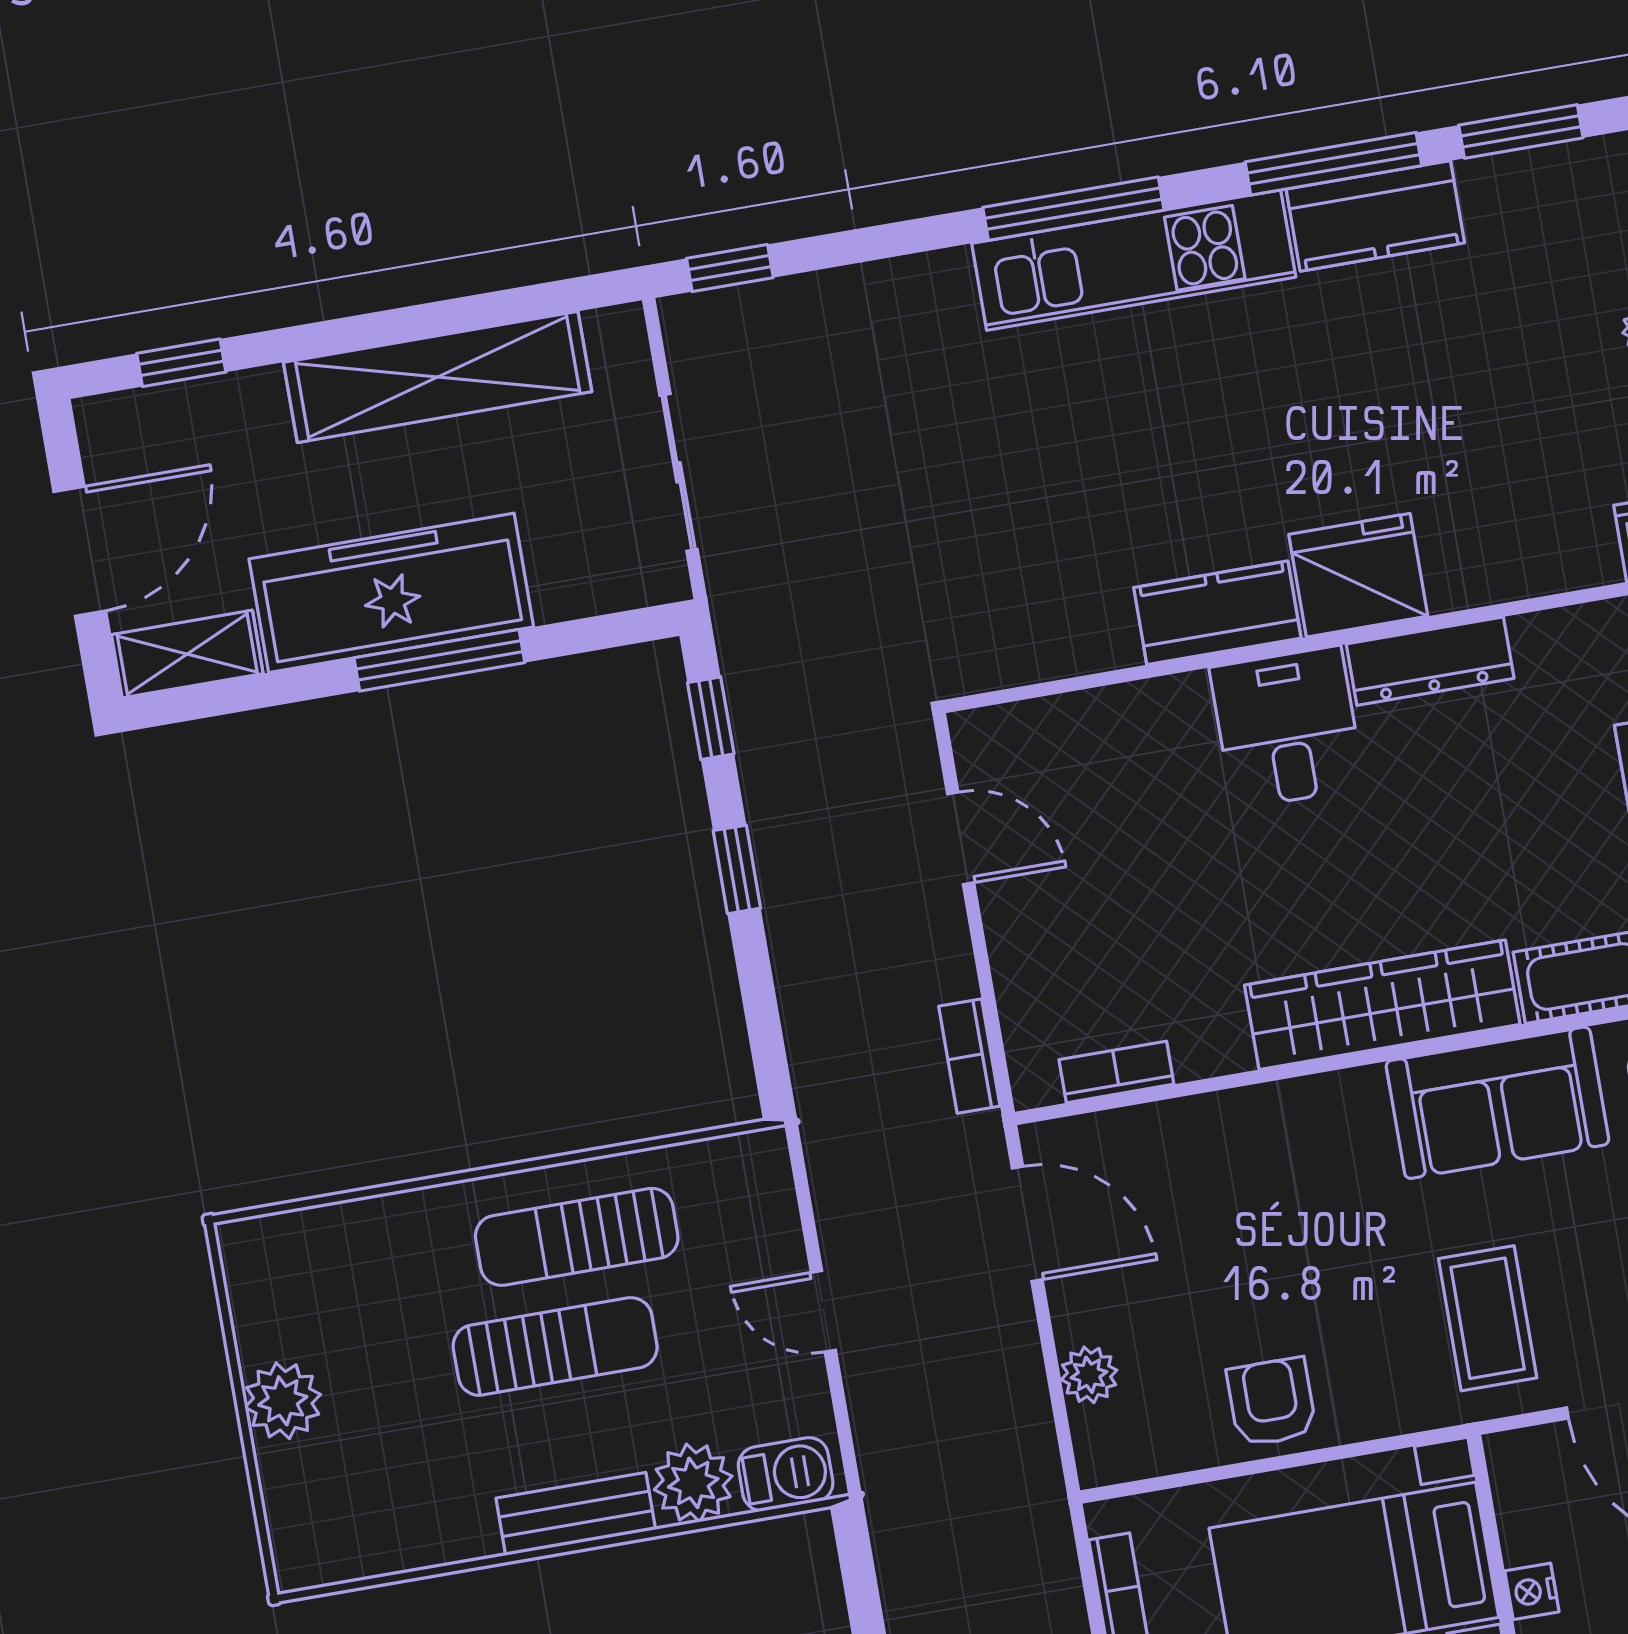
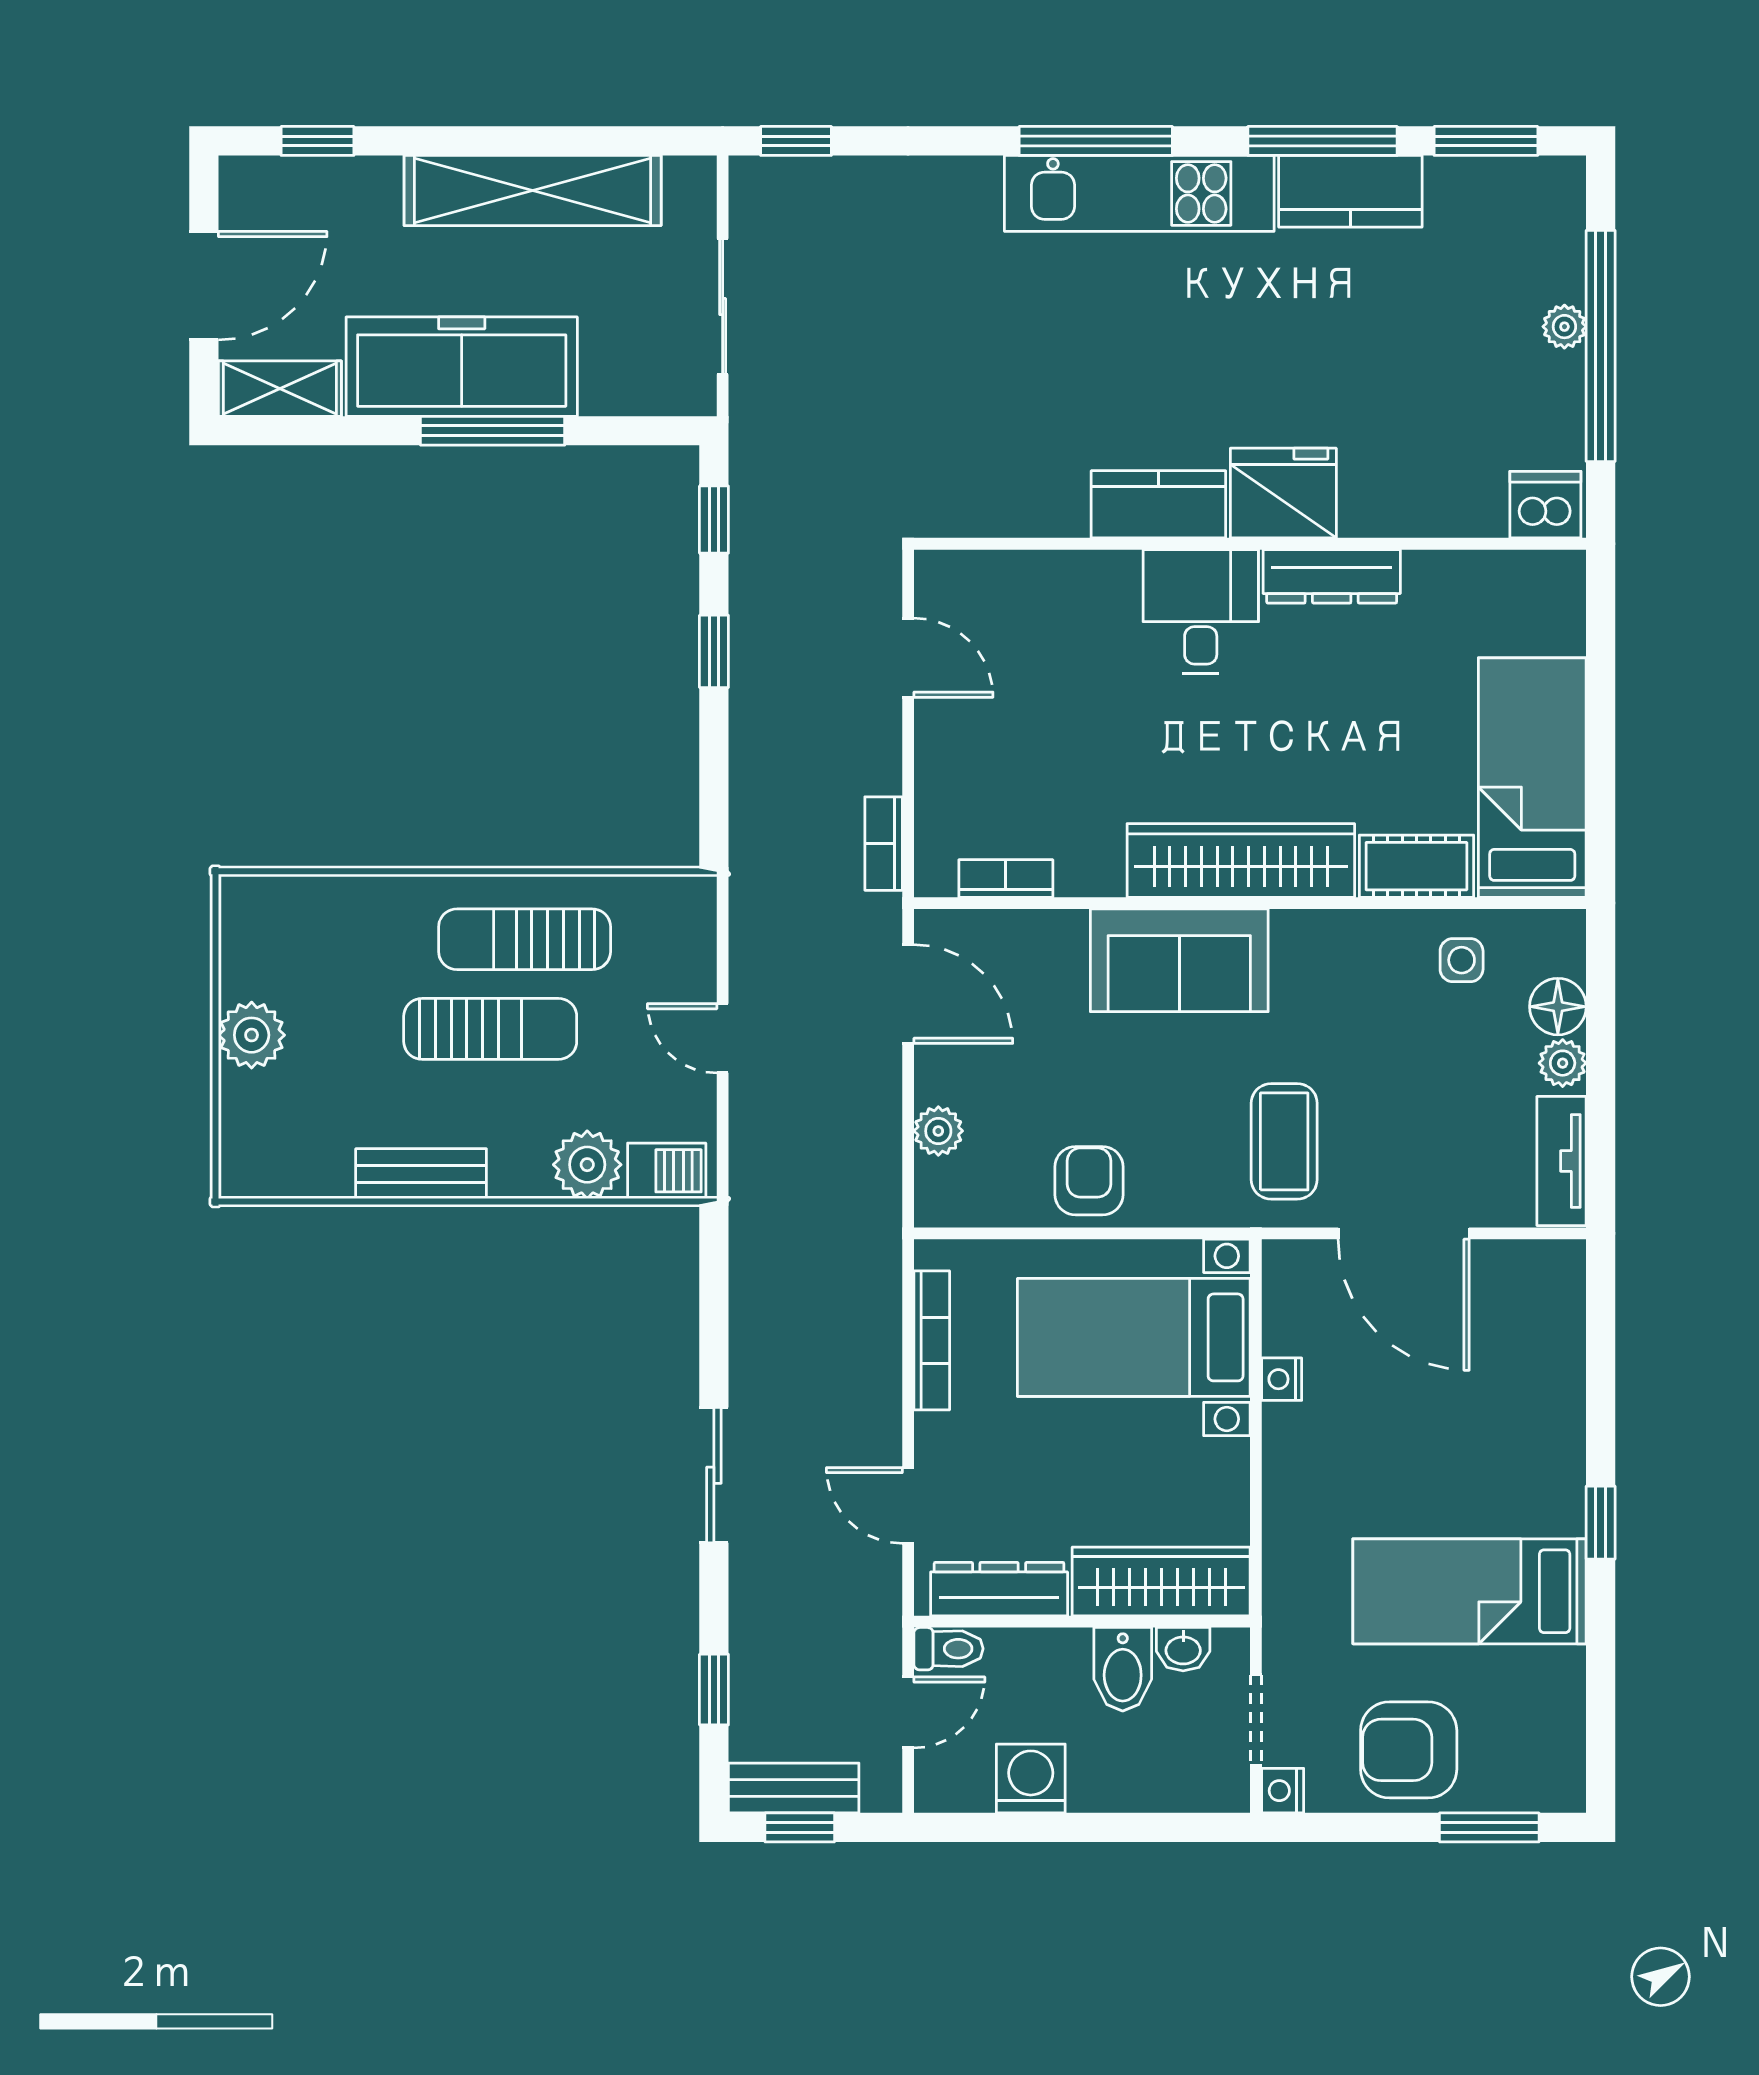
sofa: (1497, 1103) -> (1179, 960), moved
bench: (576, 1514) -> (421, 1174), moved

